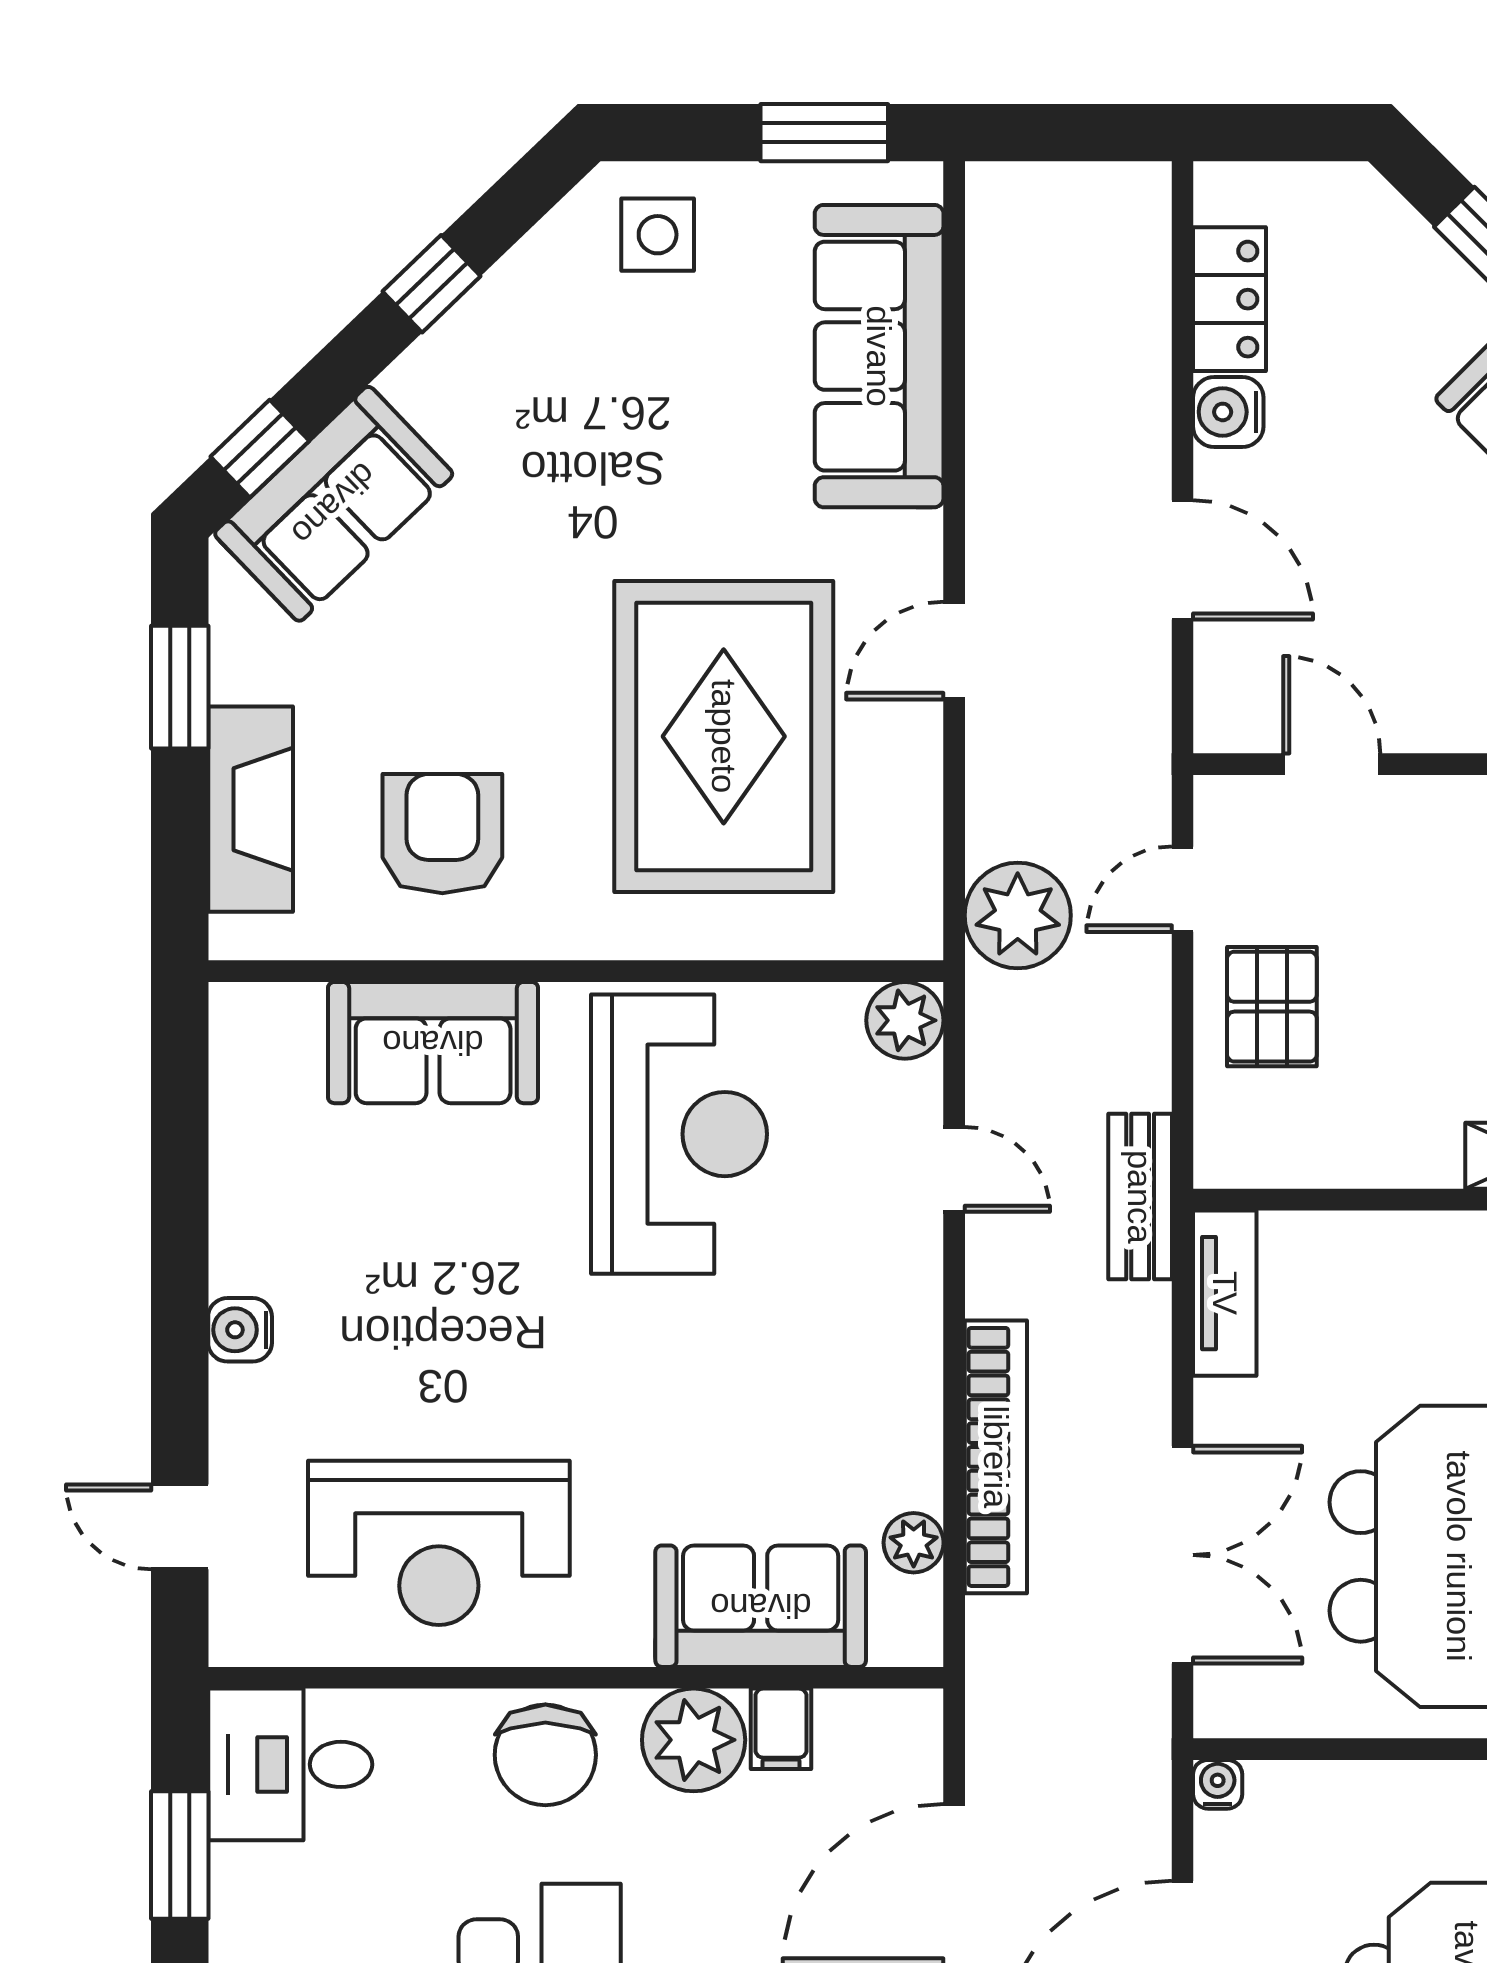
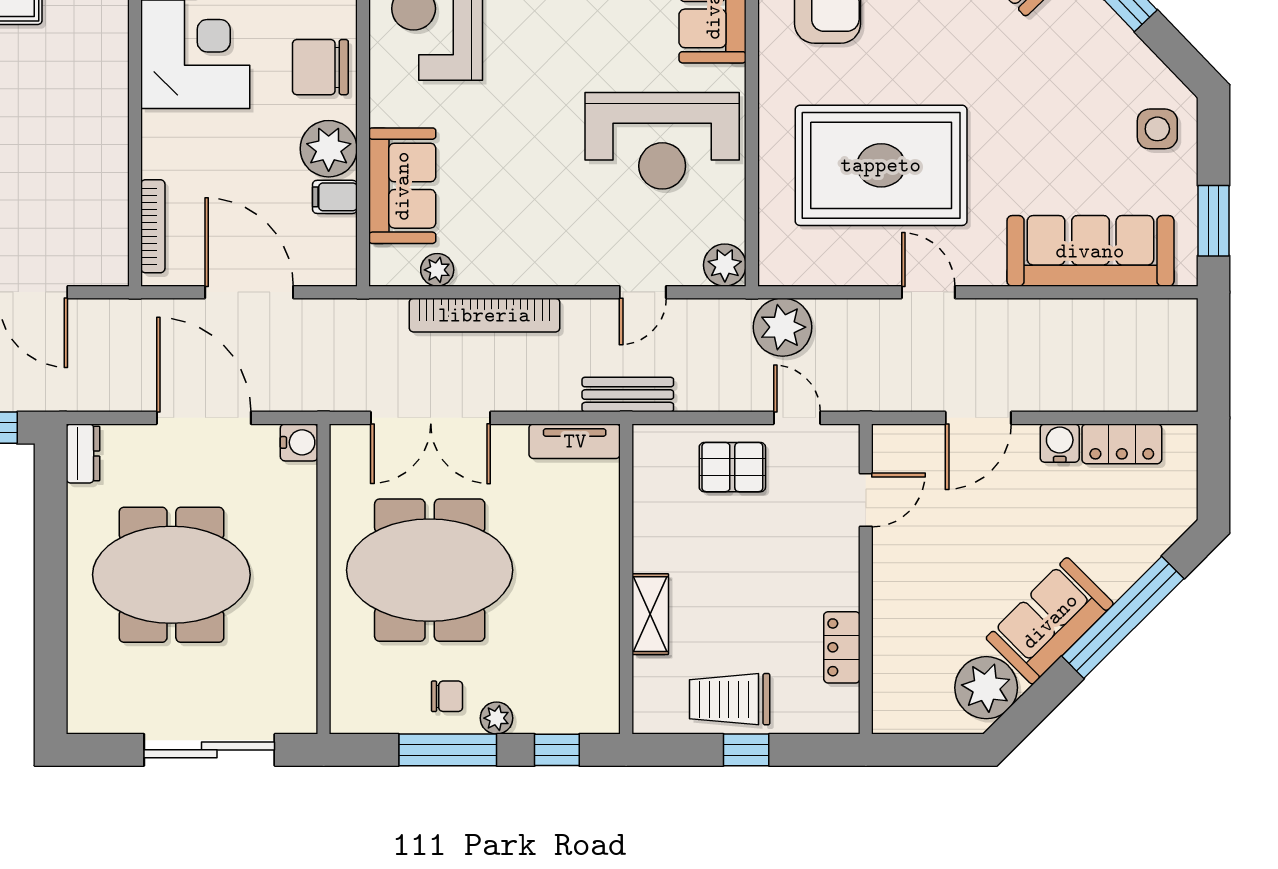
water cooler: (1218, 1784) -> (299, 442), width x1.38, depth x1.38

